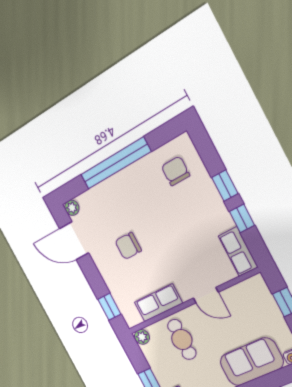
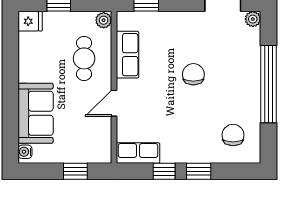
chair: (176, 171) -> (233, 135), turned -90
chair: (128, 246) -> (193, 74), moved
cafe table: (182, 339) -> (84, 58), turned 90

